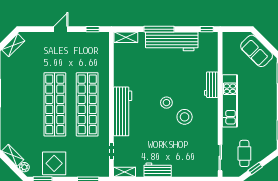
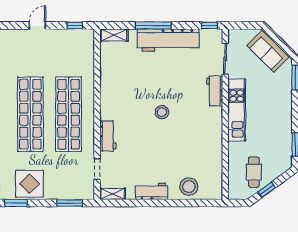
workbench: (123, 111) -> (108, 136), width x0.53, depth x0.76
stool: (185, 117) -> (189, 187), moved
sliding door: (220, 158) -> (225, 59), moved

